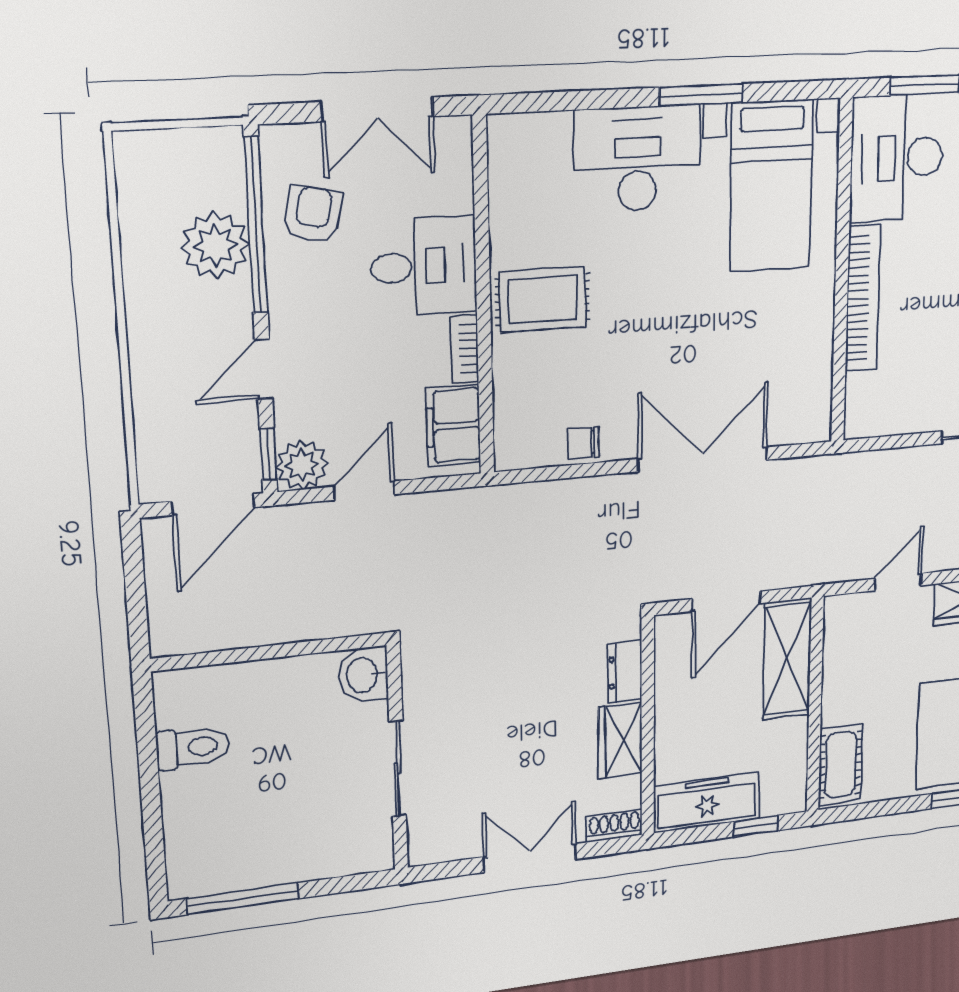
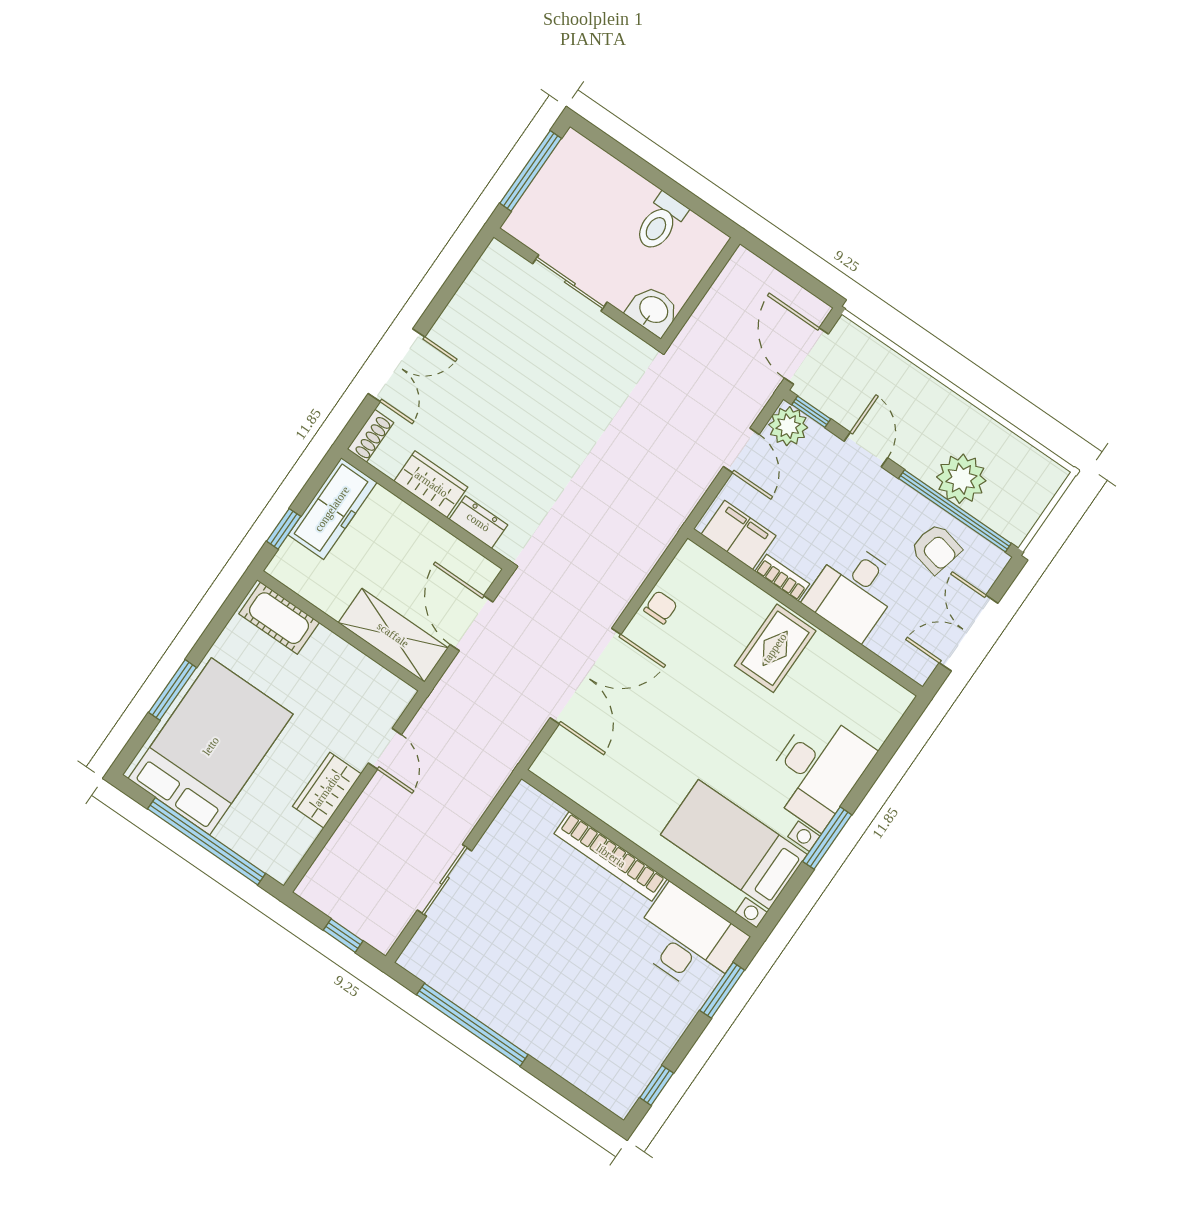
washbasin: (363, 675) -> (653, 310), moved
wall: (397, 758) -> (577, 288), moved
sliding door: (398, 769) -> (570, 283), moved

